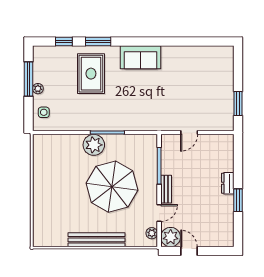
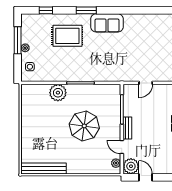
window: (98, 42) -> (86, 10), moved
rug: (91, 74) -> (67, 36), turned 90
plant: (94, 145) -> (58, 93), moved
parasol: (112, 187) -> (84, 126), width x0.73, depth x0.73
door: (159, 213) -> (122, 147), swing flipped
bench: (97, 240) -> (44, 168), moved

